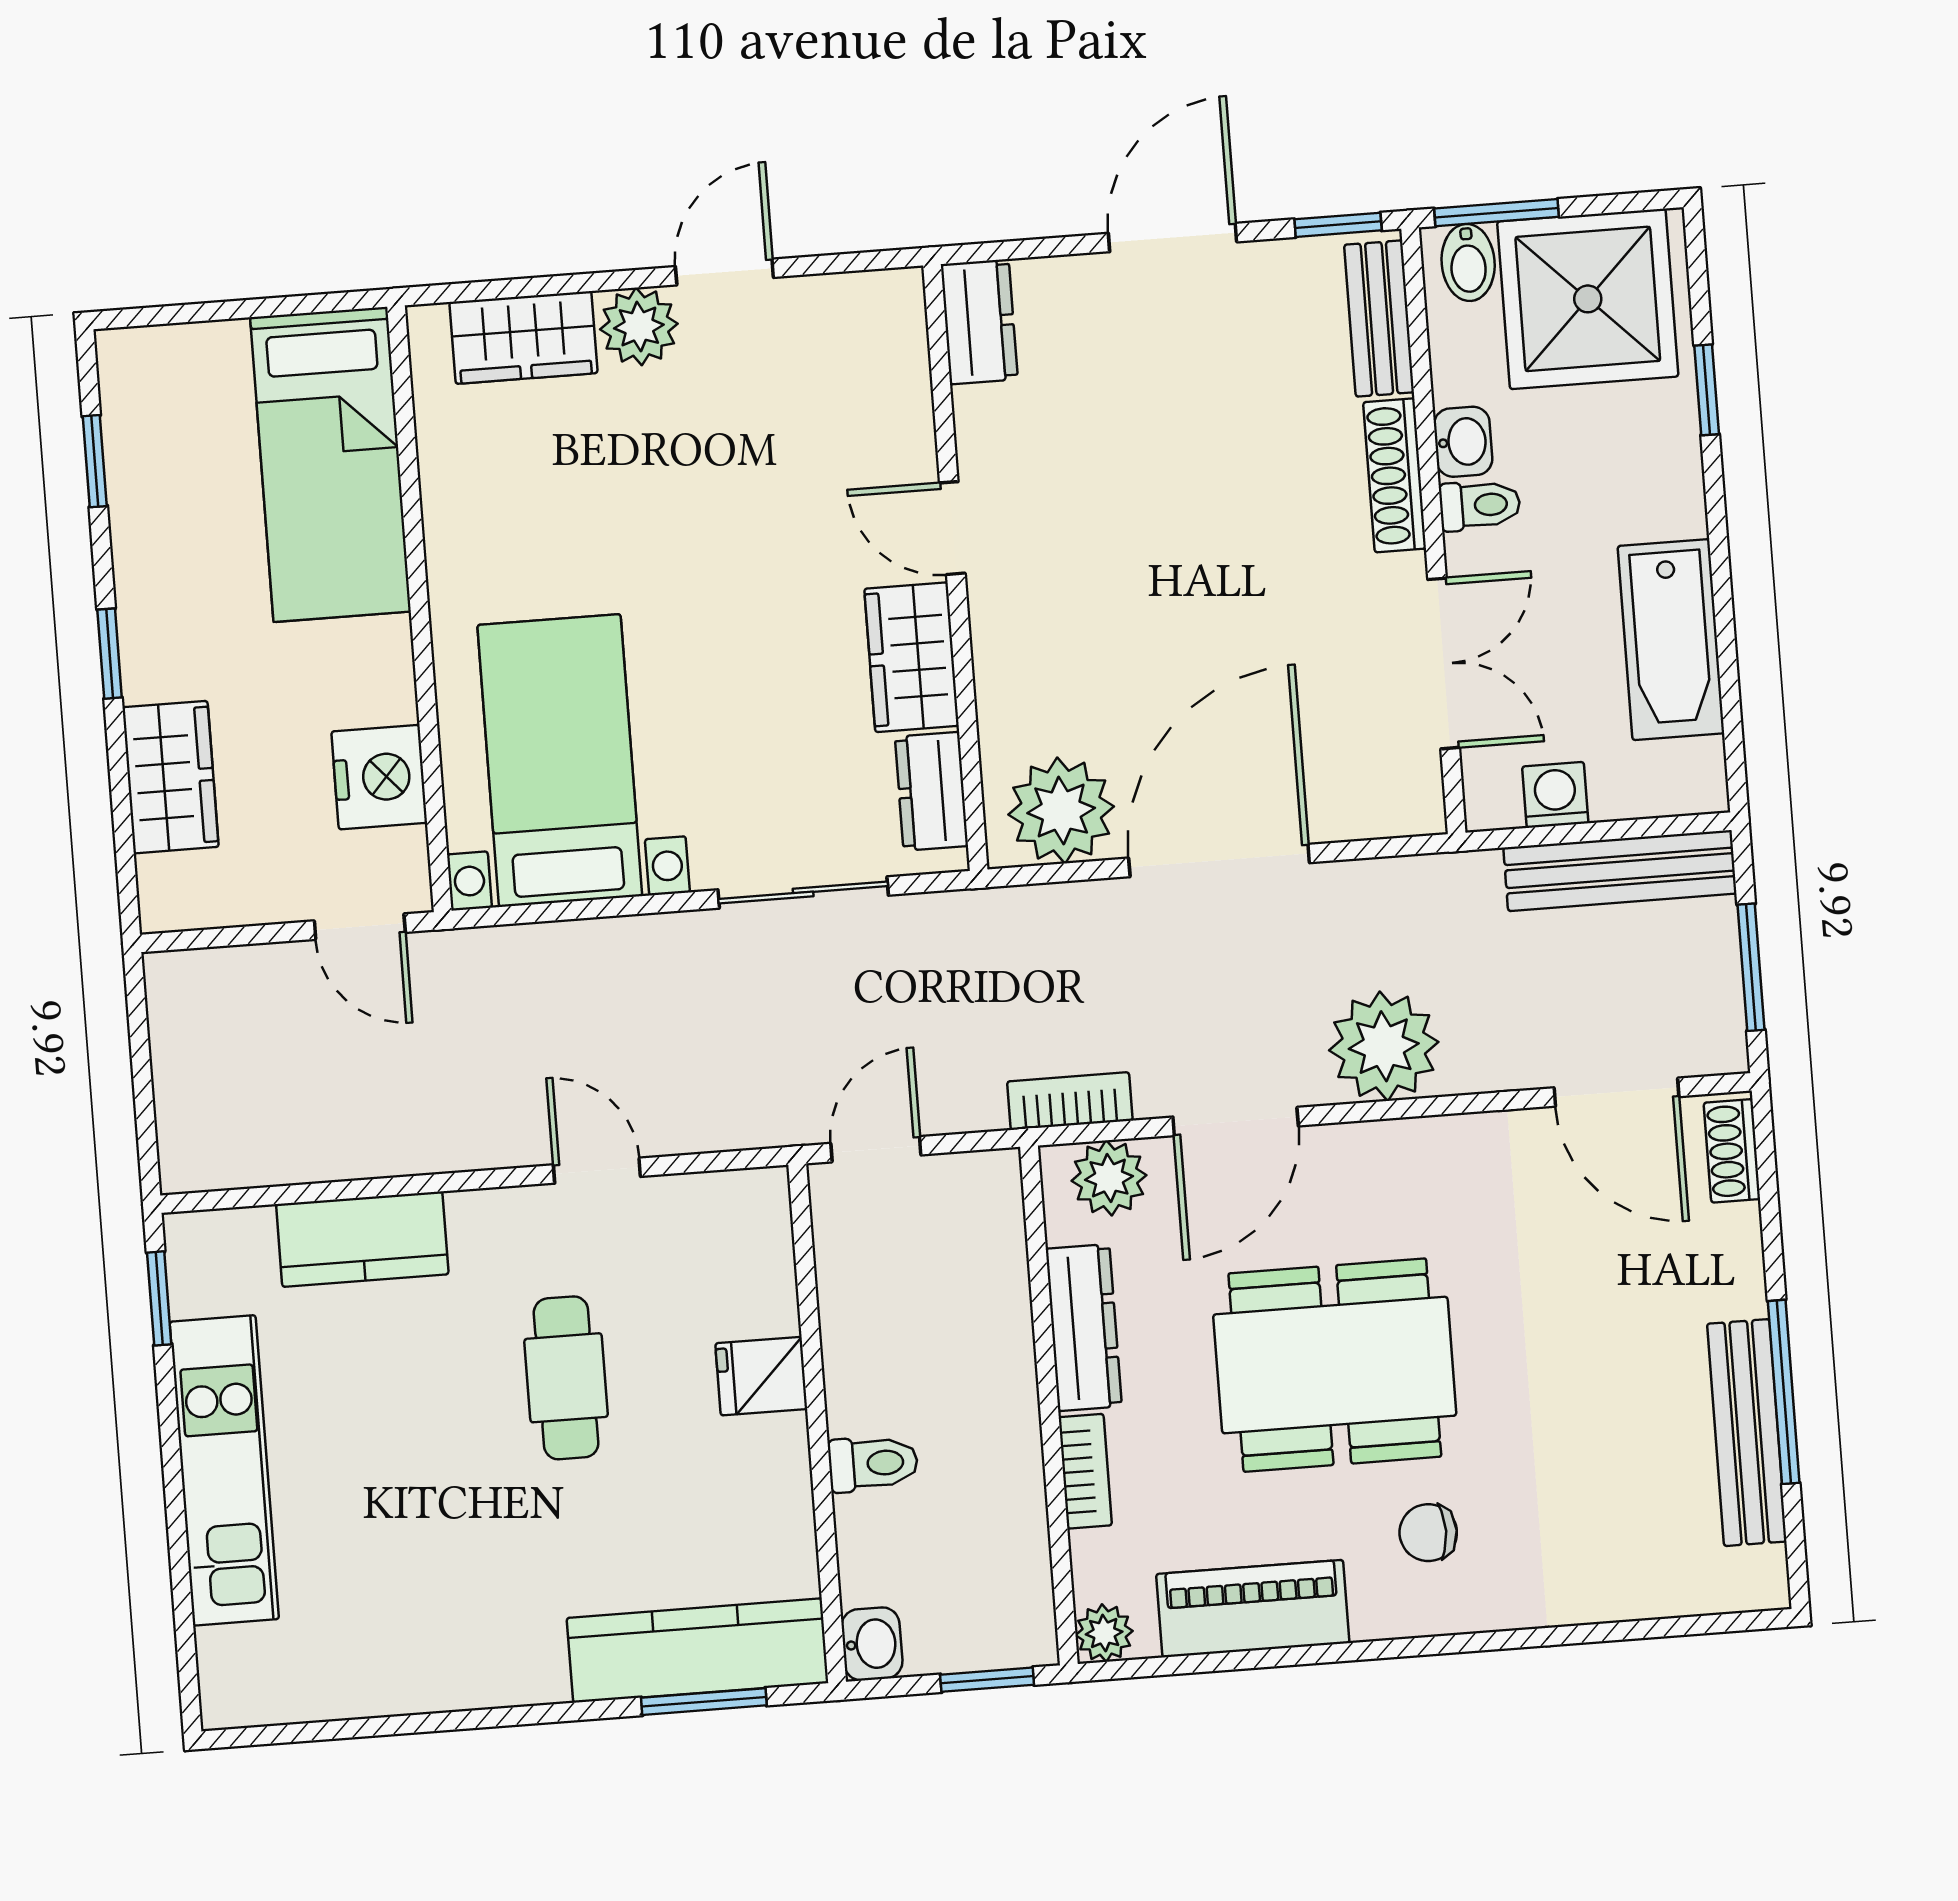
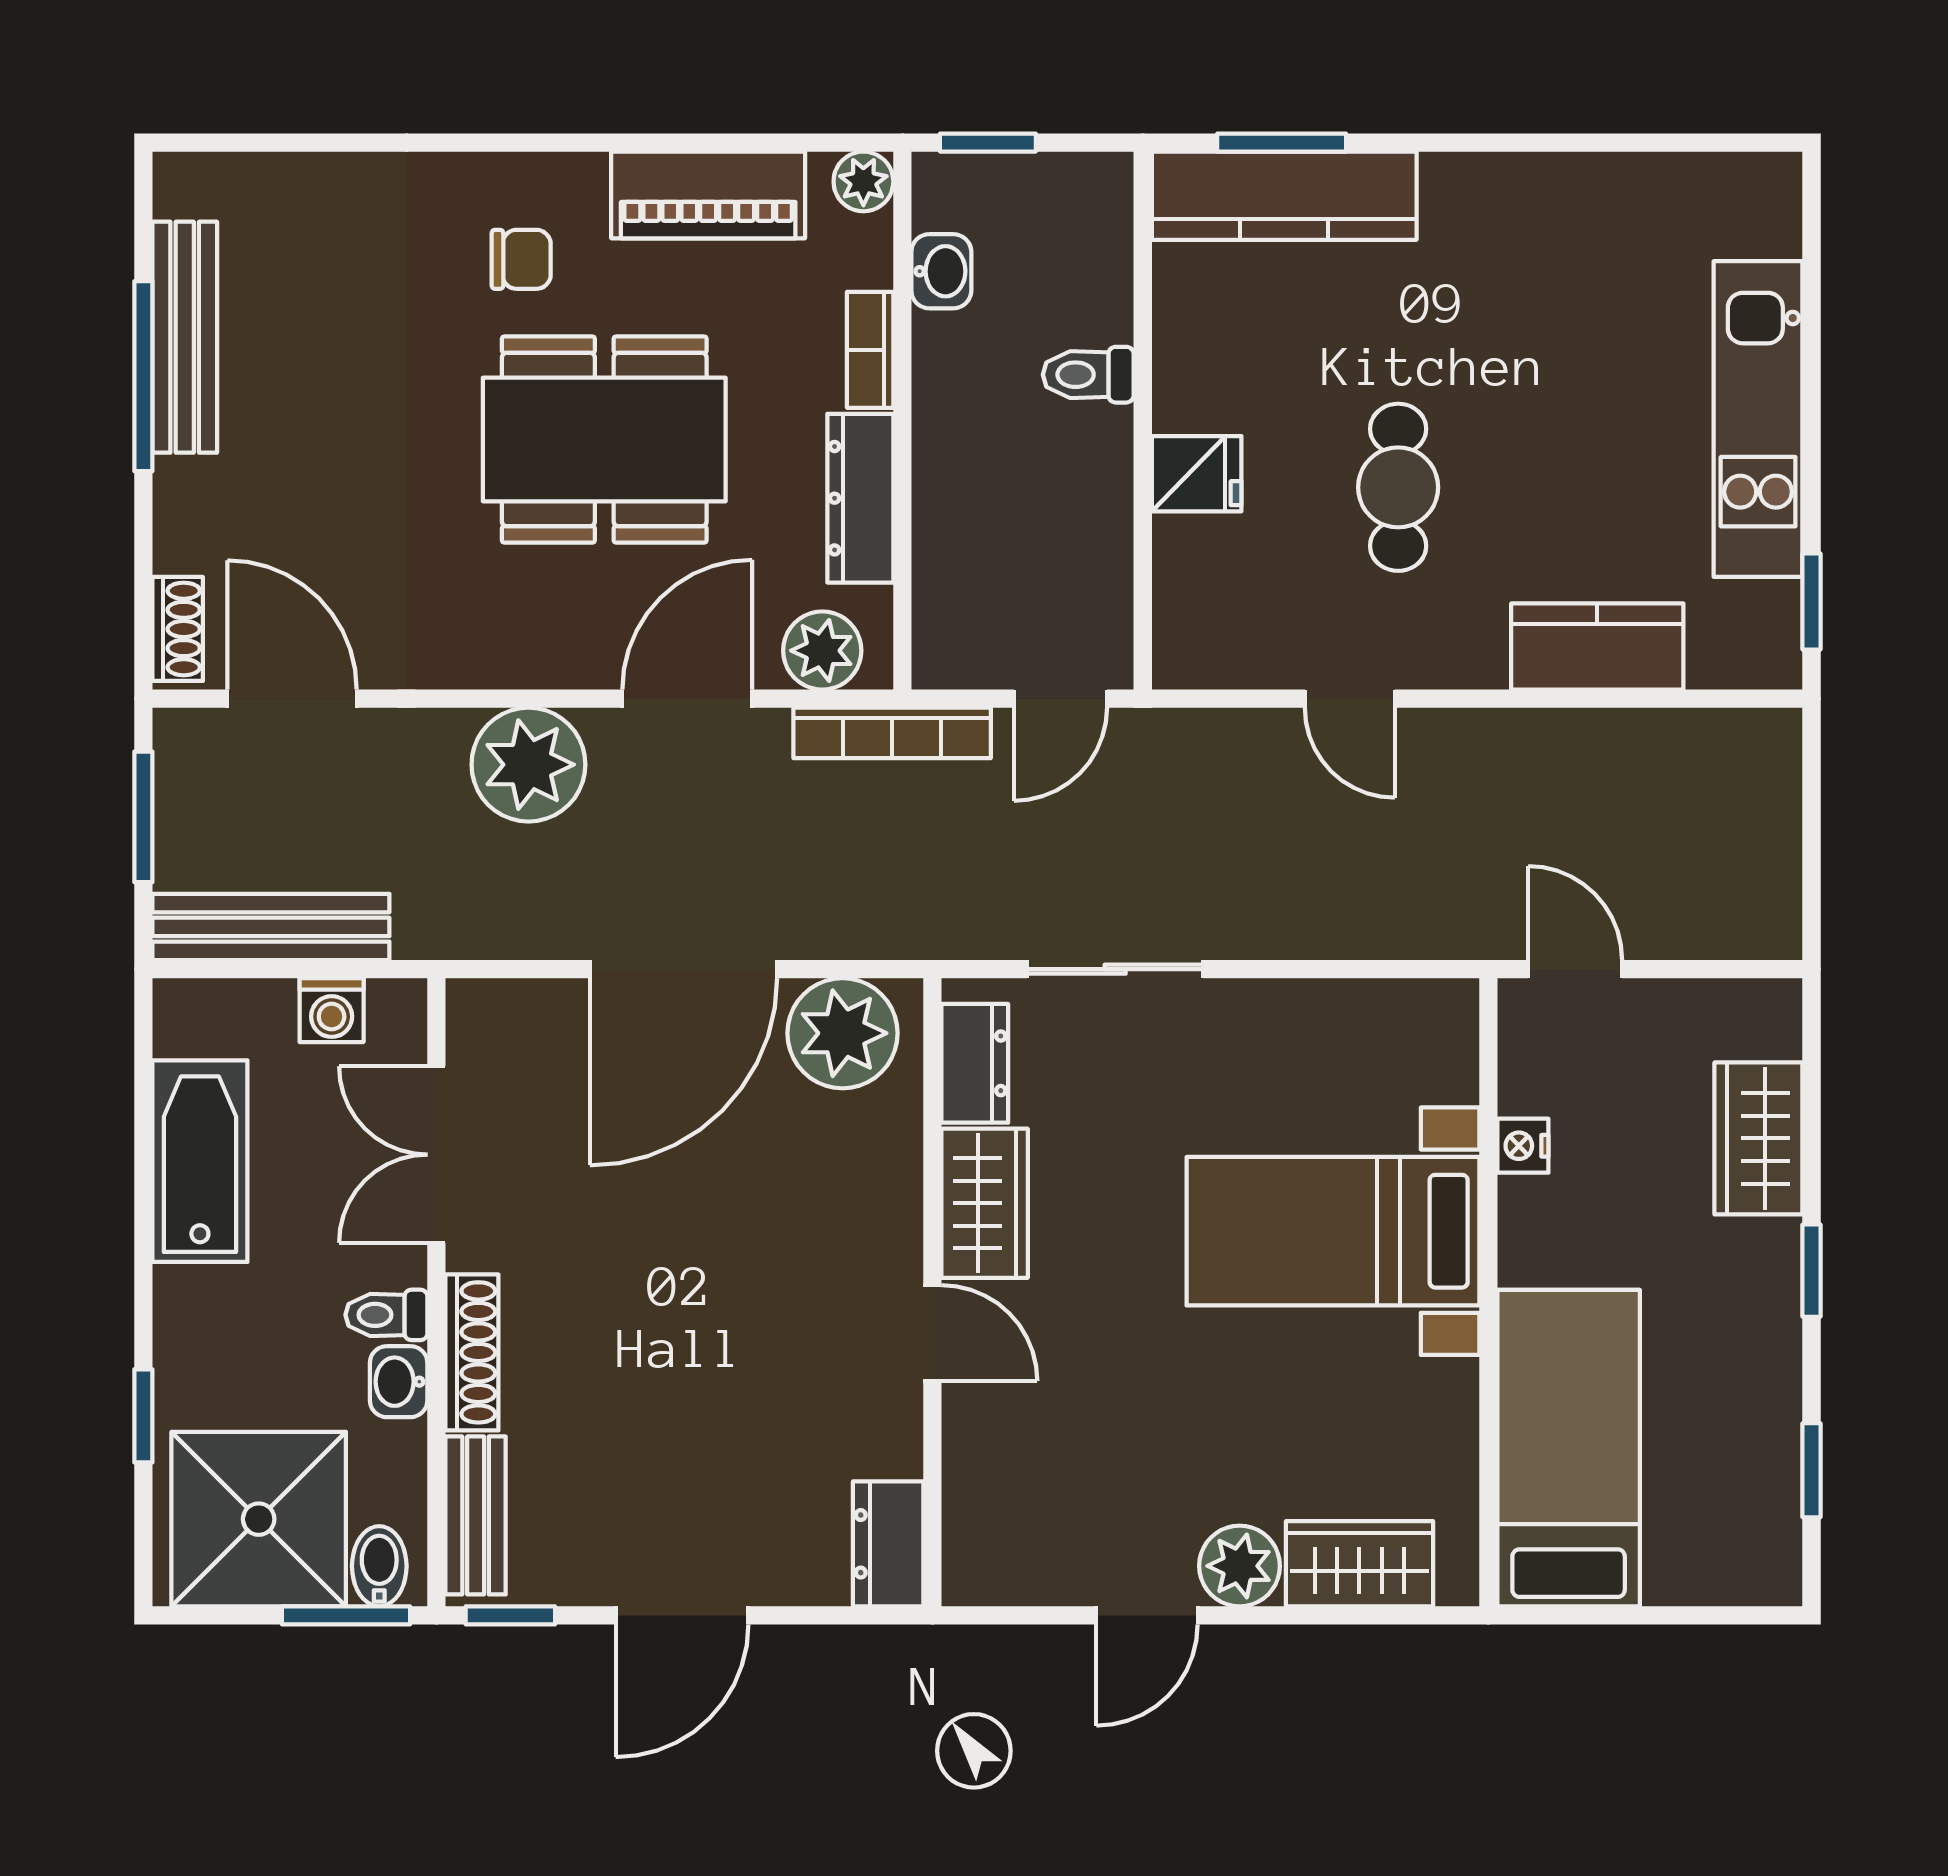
bed with nightstands: (560, 761) -> (1333, 1231), moved, turned 90
nightstand: (379, 777) -> (1523, 1146), width x0.53, depth x0.56
bookcase: (1070, 1101) -> (892, 733), width x1.56
washbasin: (872, 1644) -> (941, 271), moved, turned 180

